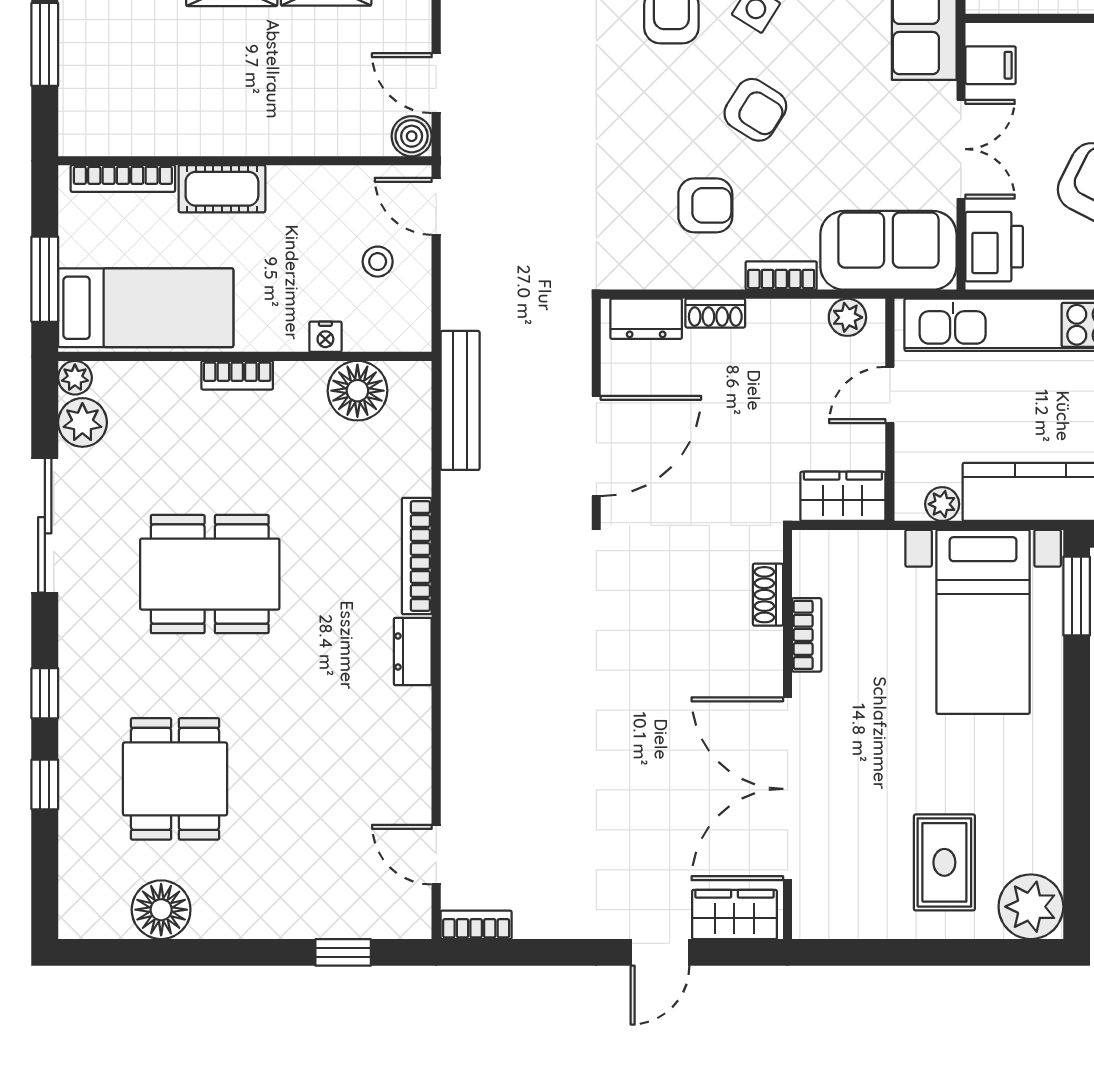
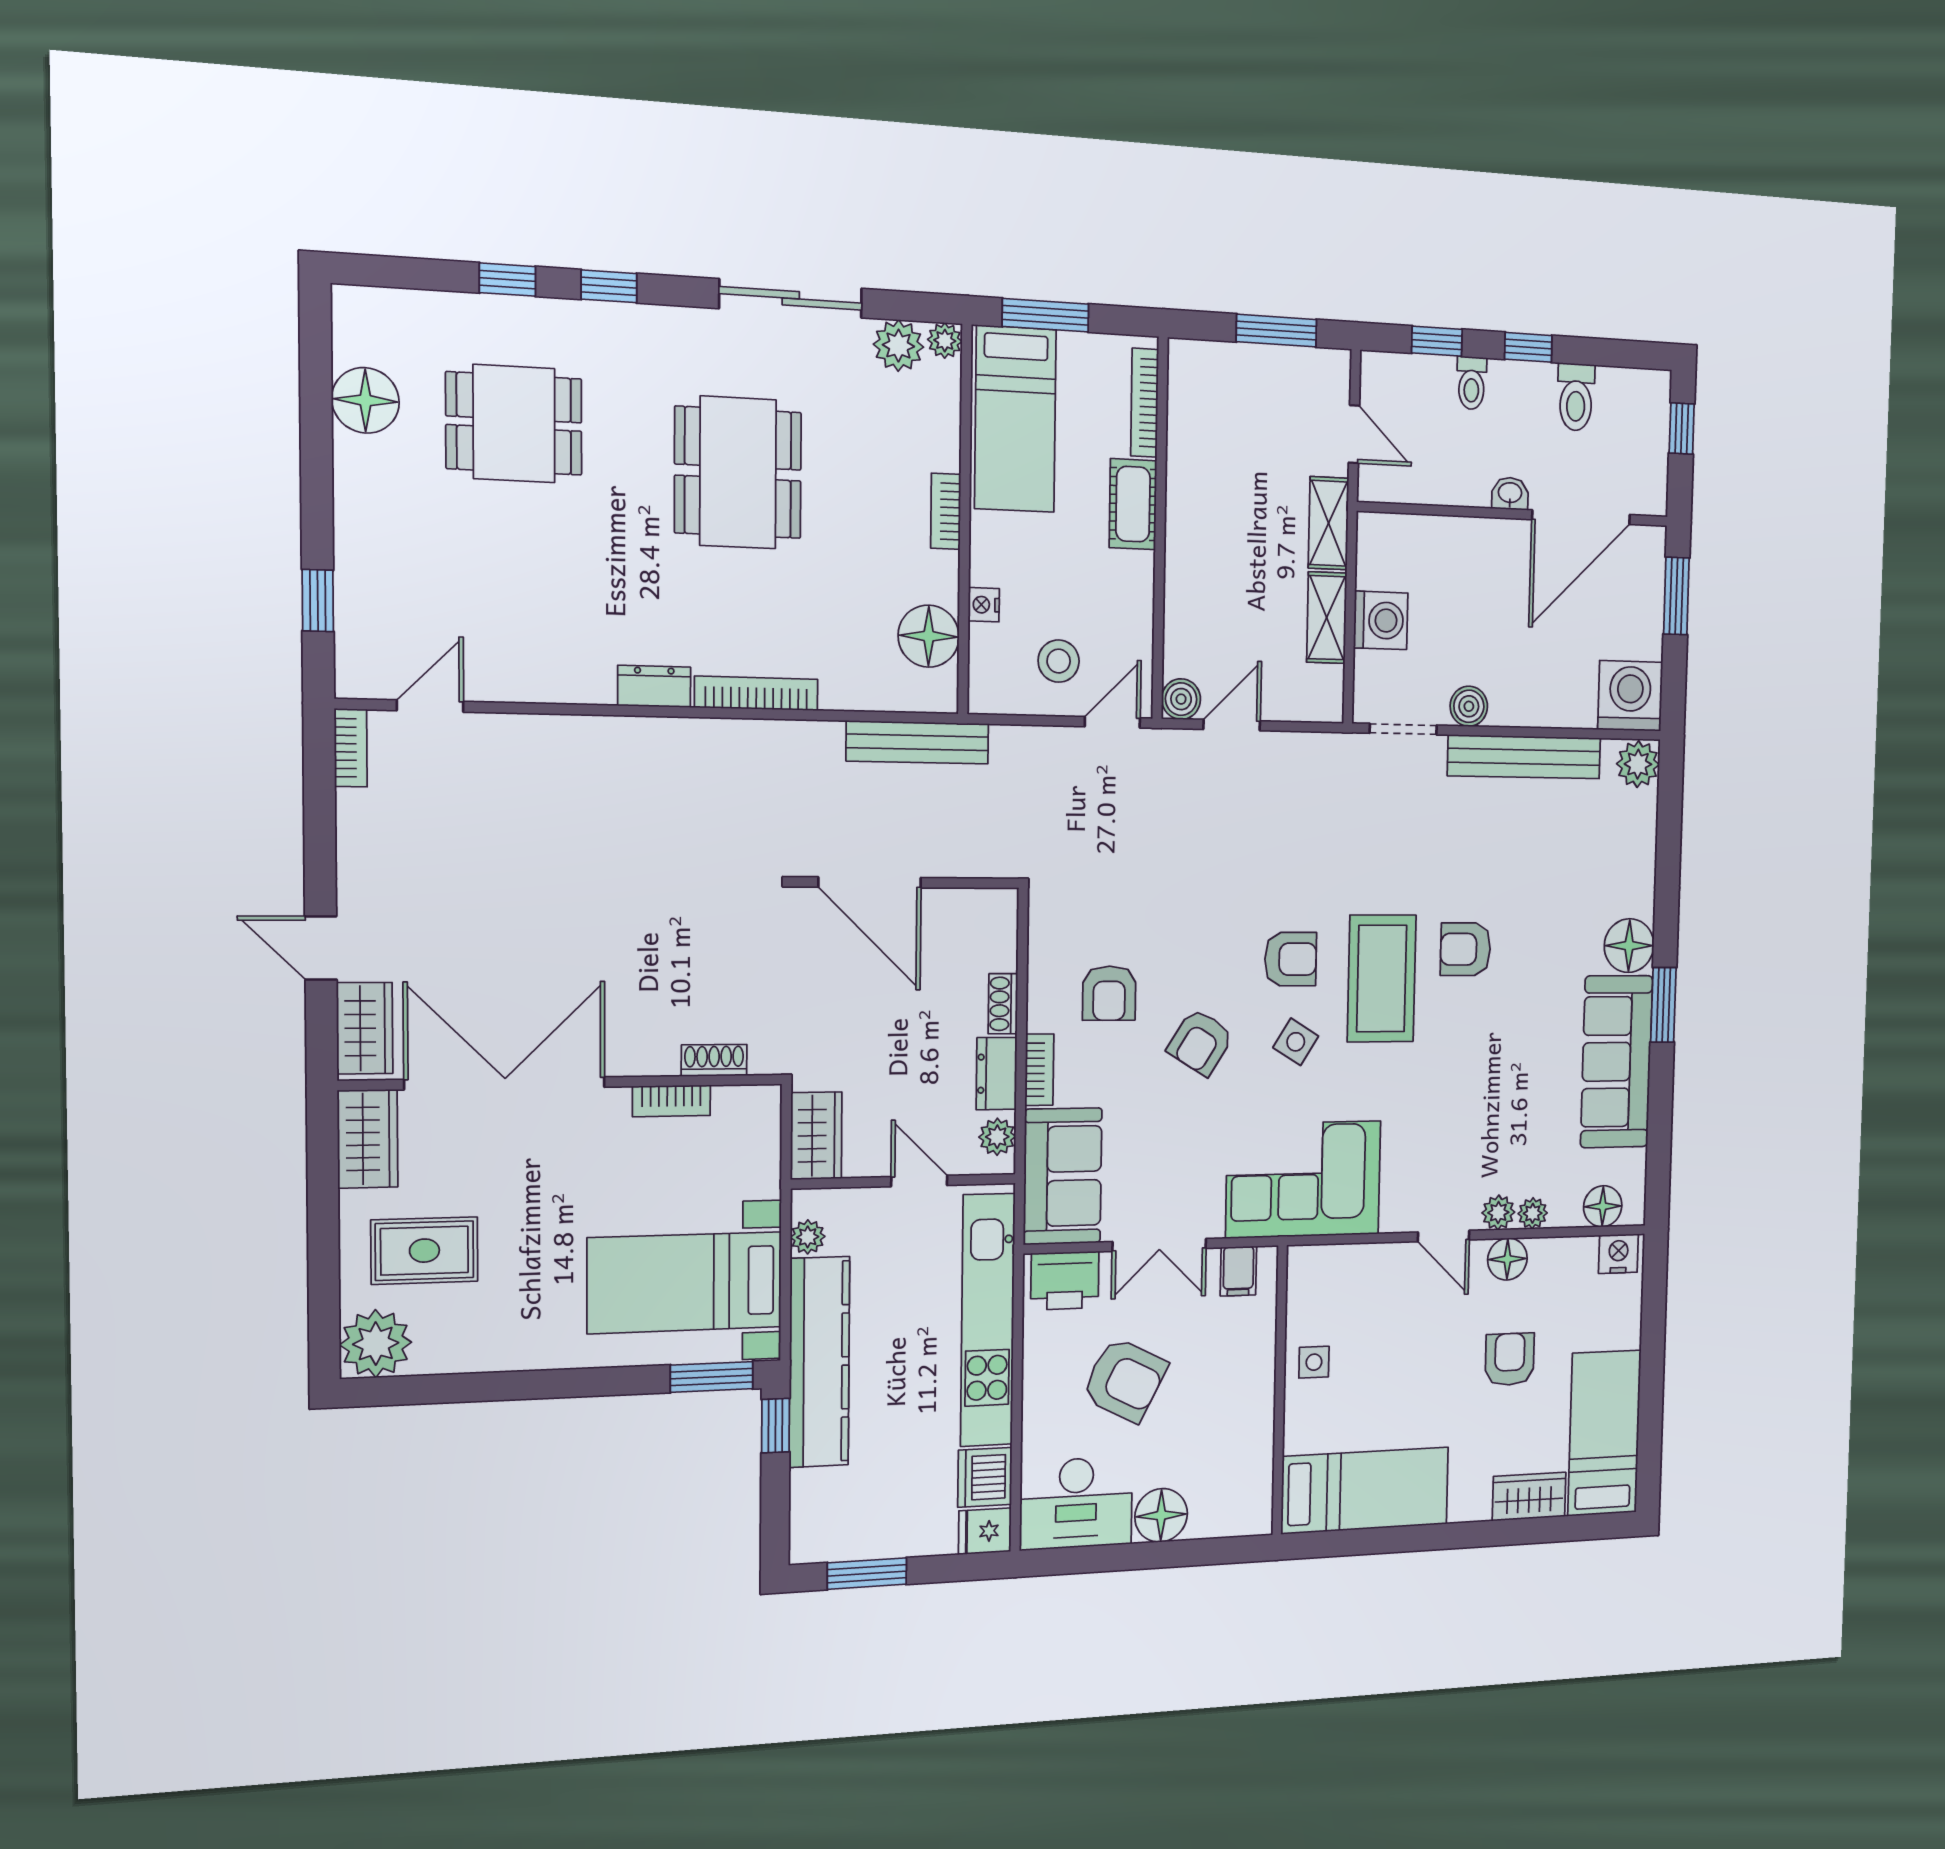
stool: (378, 262) -> (1059, 661), width x1.37, depth x1.37
dresser: (646, 319) -> (997, 1073), moved
wardrobe: (838, 912) -> (368, 1139), added

